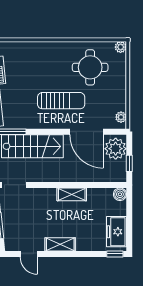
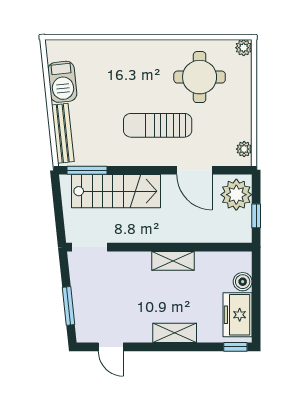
sun lounger: (61, 101) -> (158, 125), turned 180
door: (87, 132) -> (194, 170), width x0.73
boiler: (120, 194) -> (243, 282), moved
shelving: (60, 244) -> (175, 333), moved

